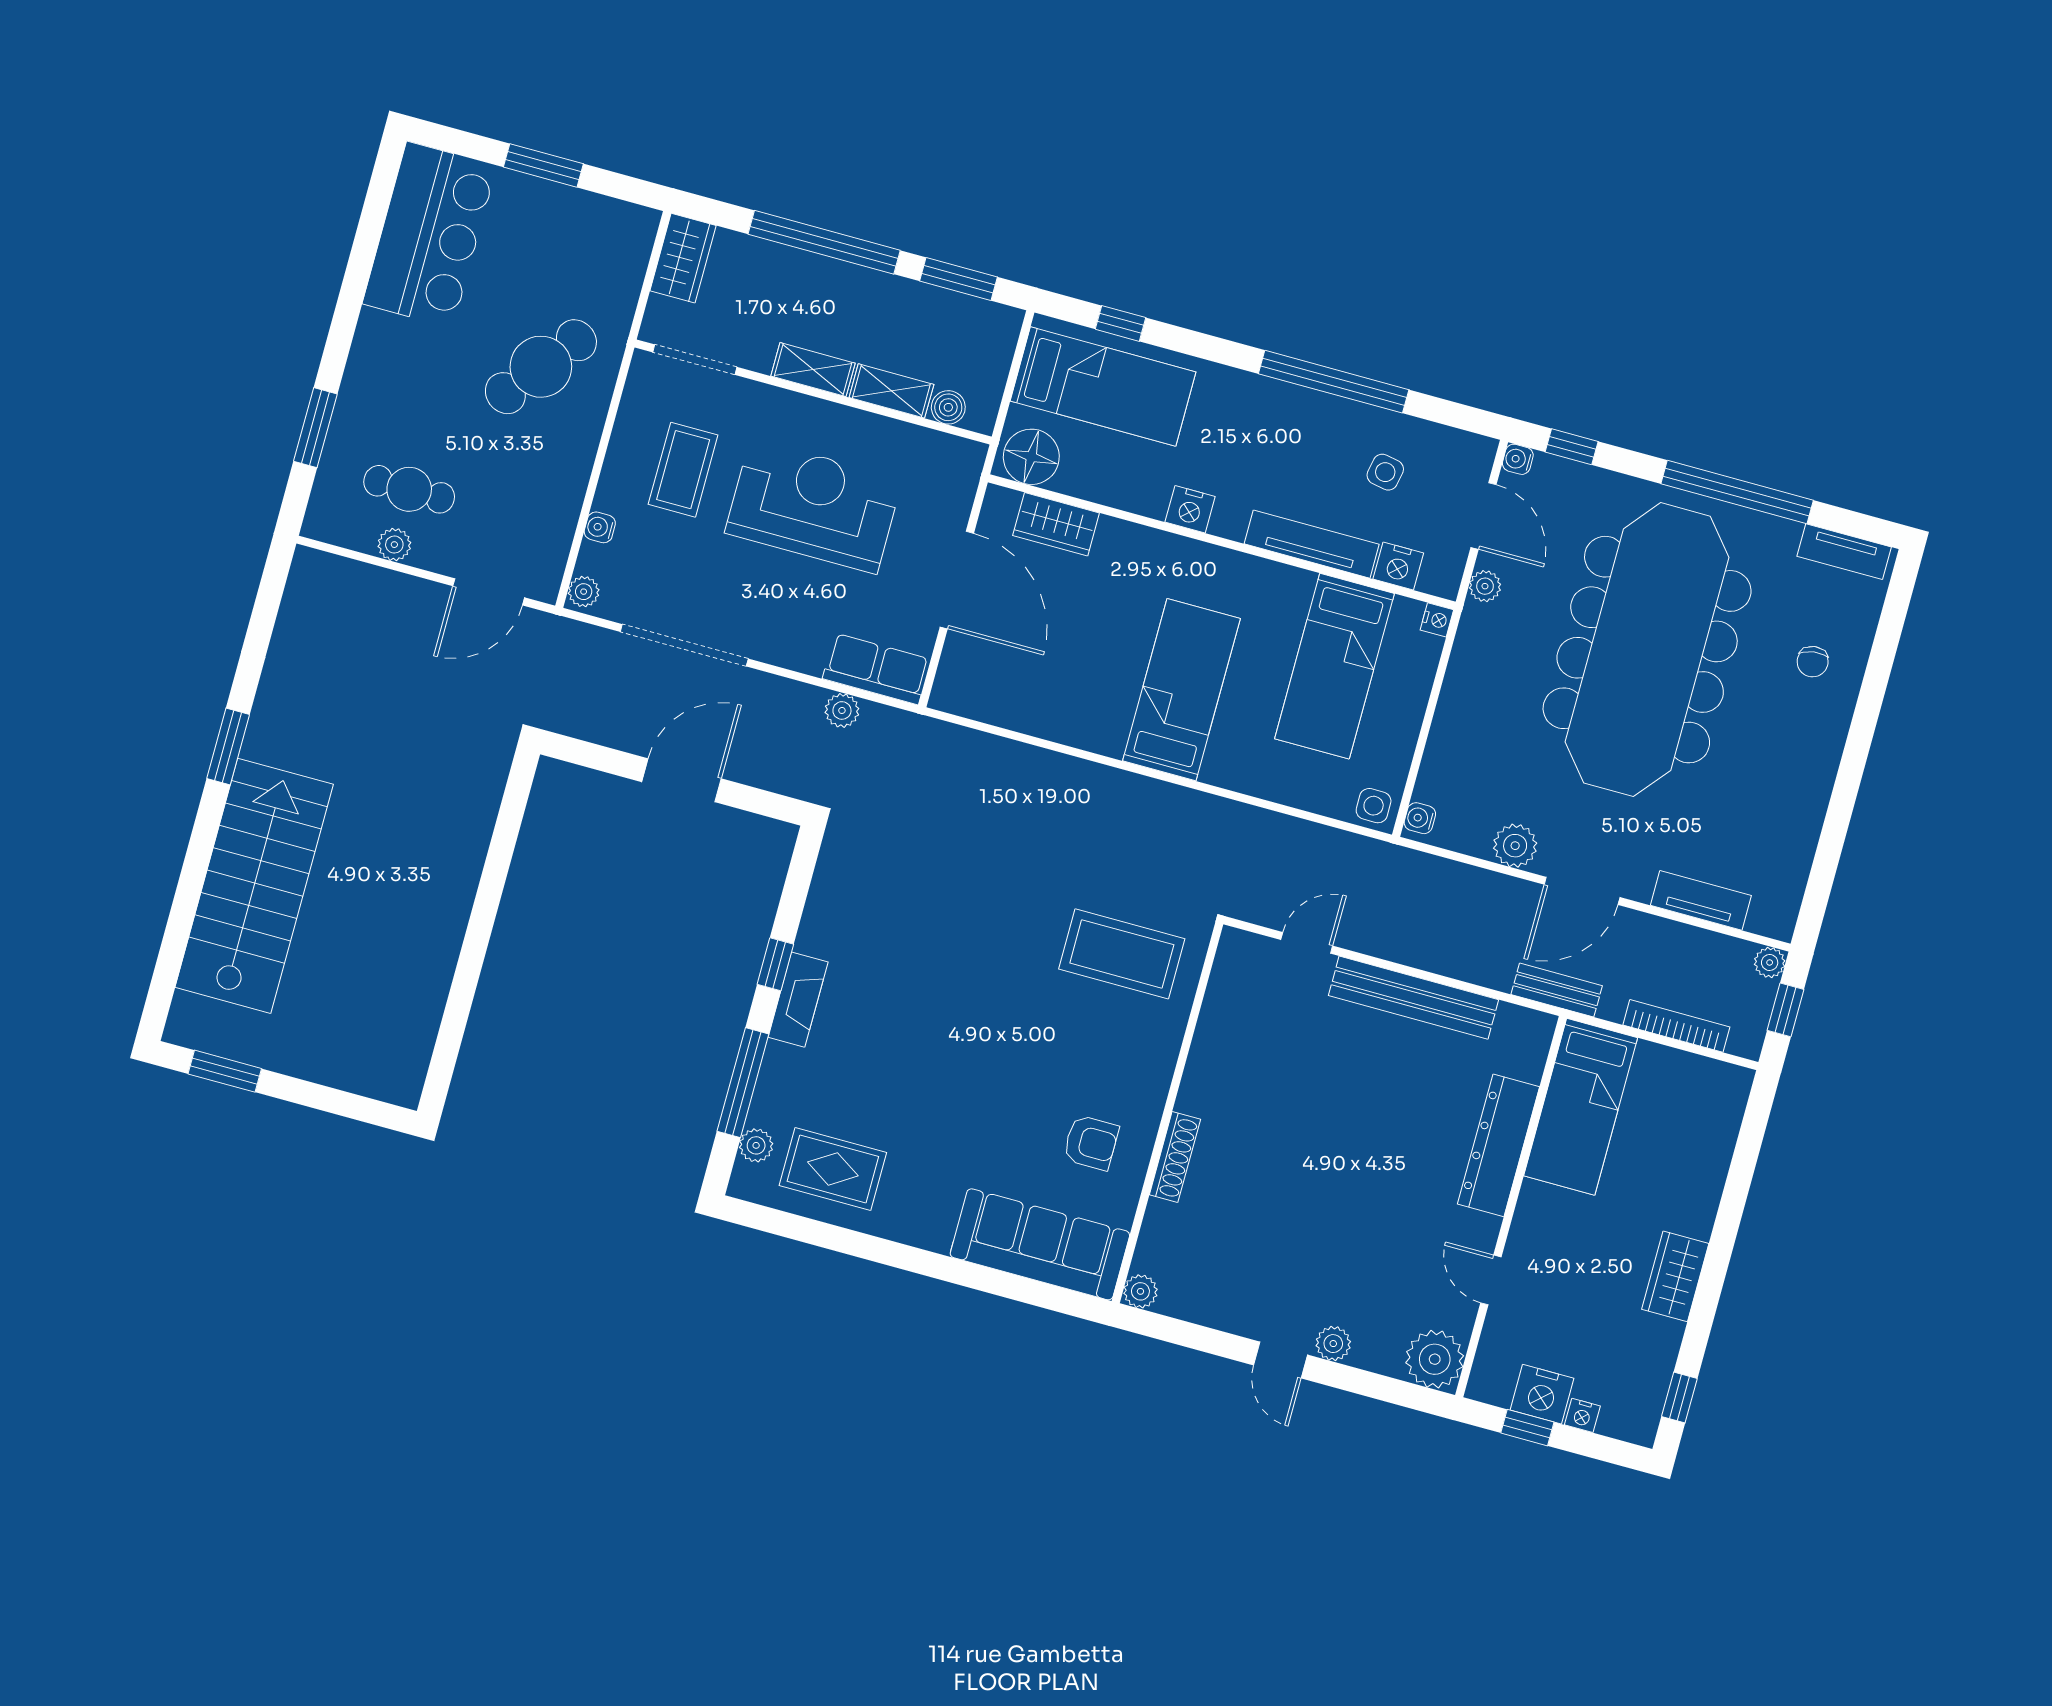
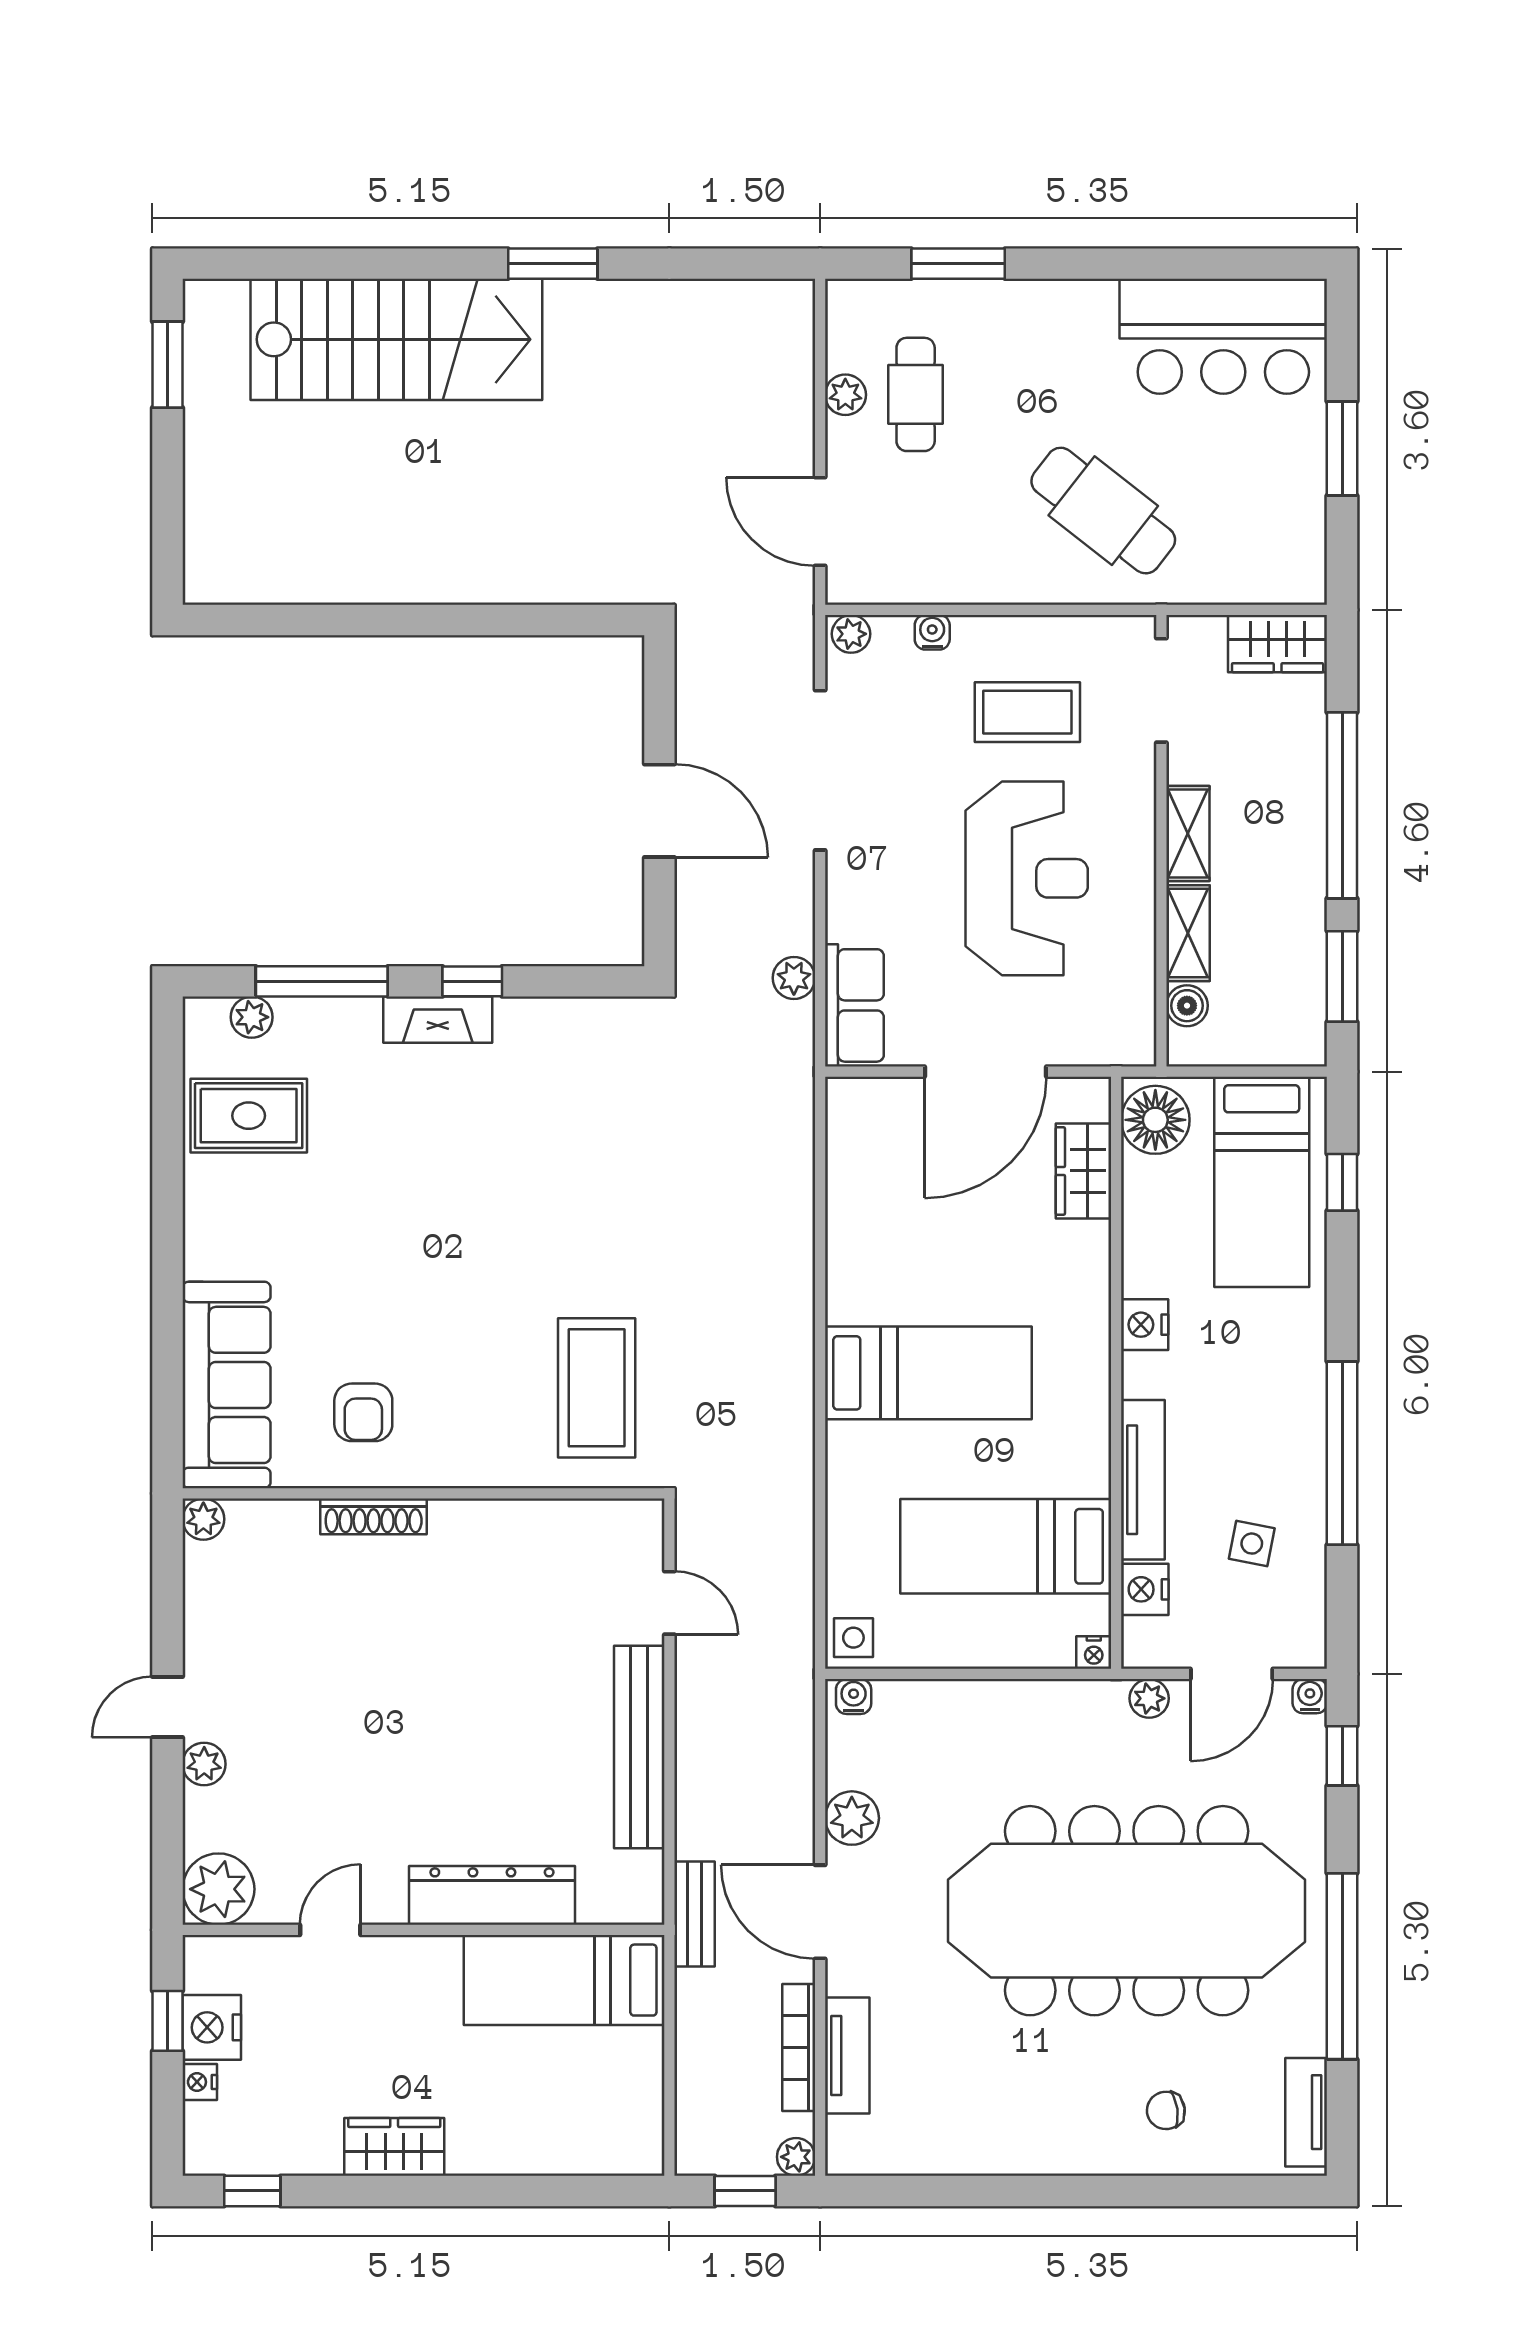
bookcase: (1676, 1026) -> (799, 2047), moved, turned 180
rug: (833, 1169) -> (249, 1116), turned 90

